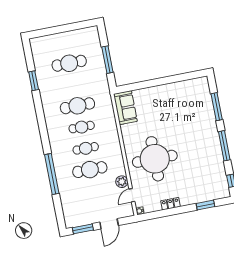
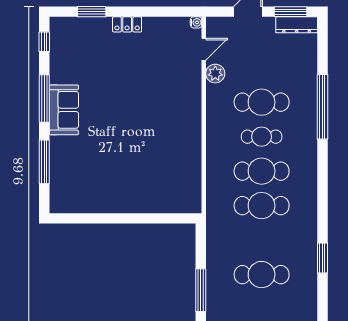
window: (107, 60) -> (201, 290), moved
sofa: (125, 108) -> (64, 110), moved, turned 180
cafe table: (82, 127) -> (262, 171), width x1.37, depth x1.35
round table: (155, 159) -> (157, 99), removed
locker: (171, 204) -> (127, 24), moved
dresser: (78, 221) -> (297, 25), added

